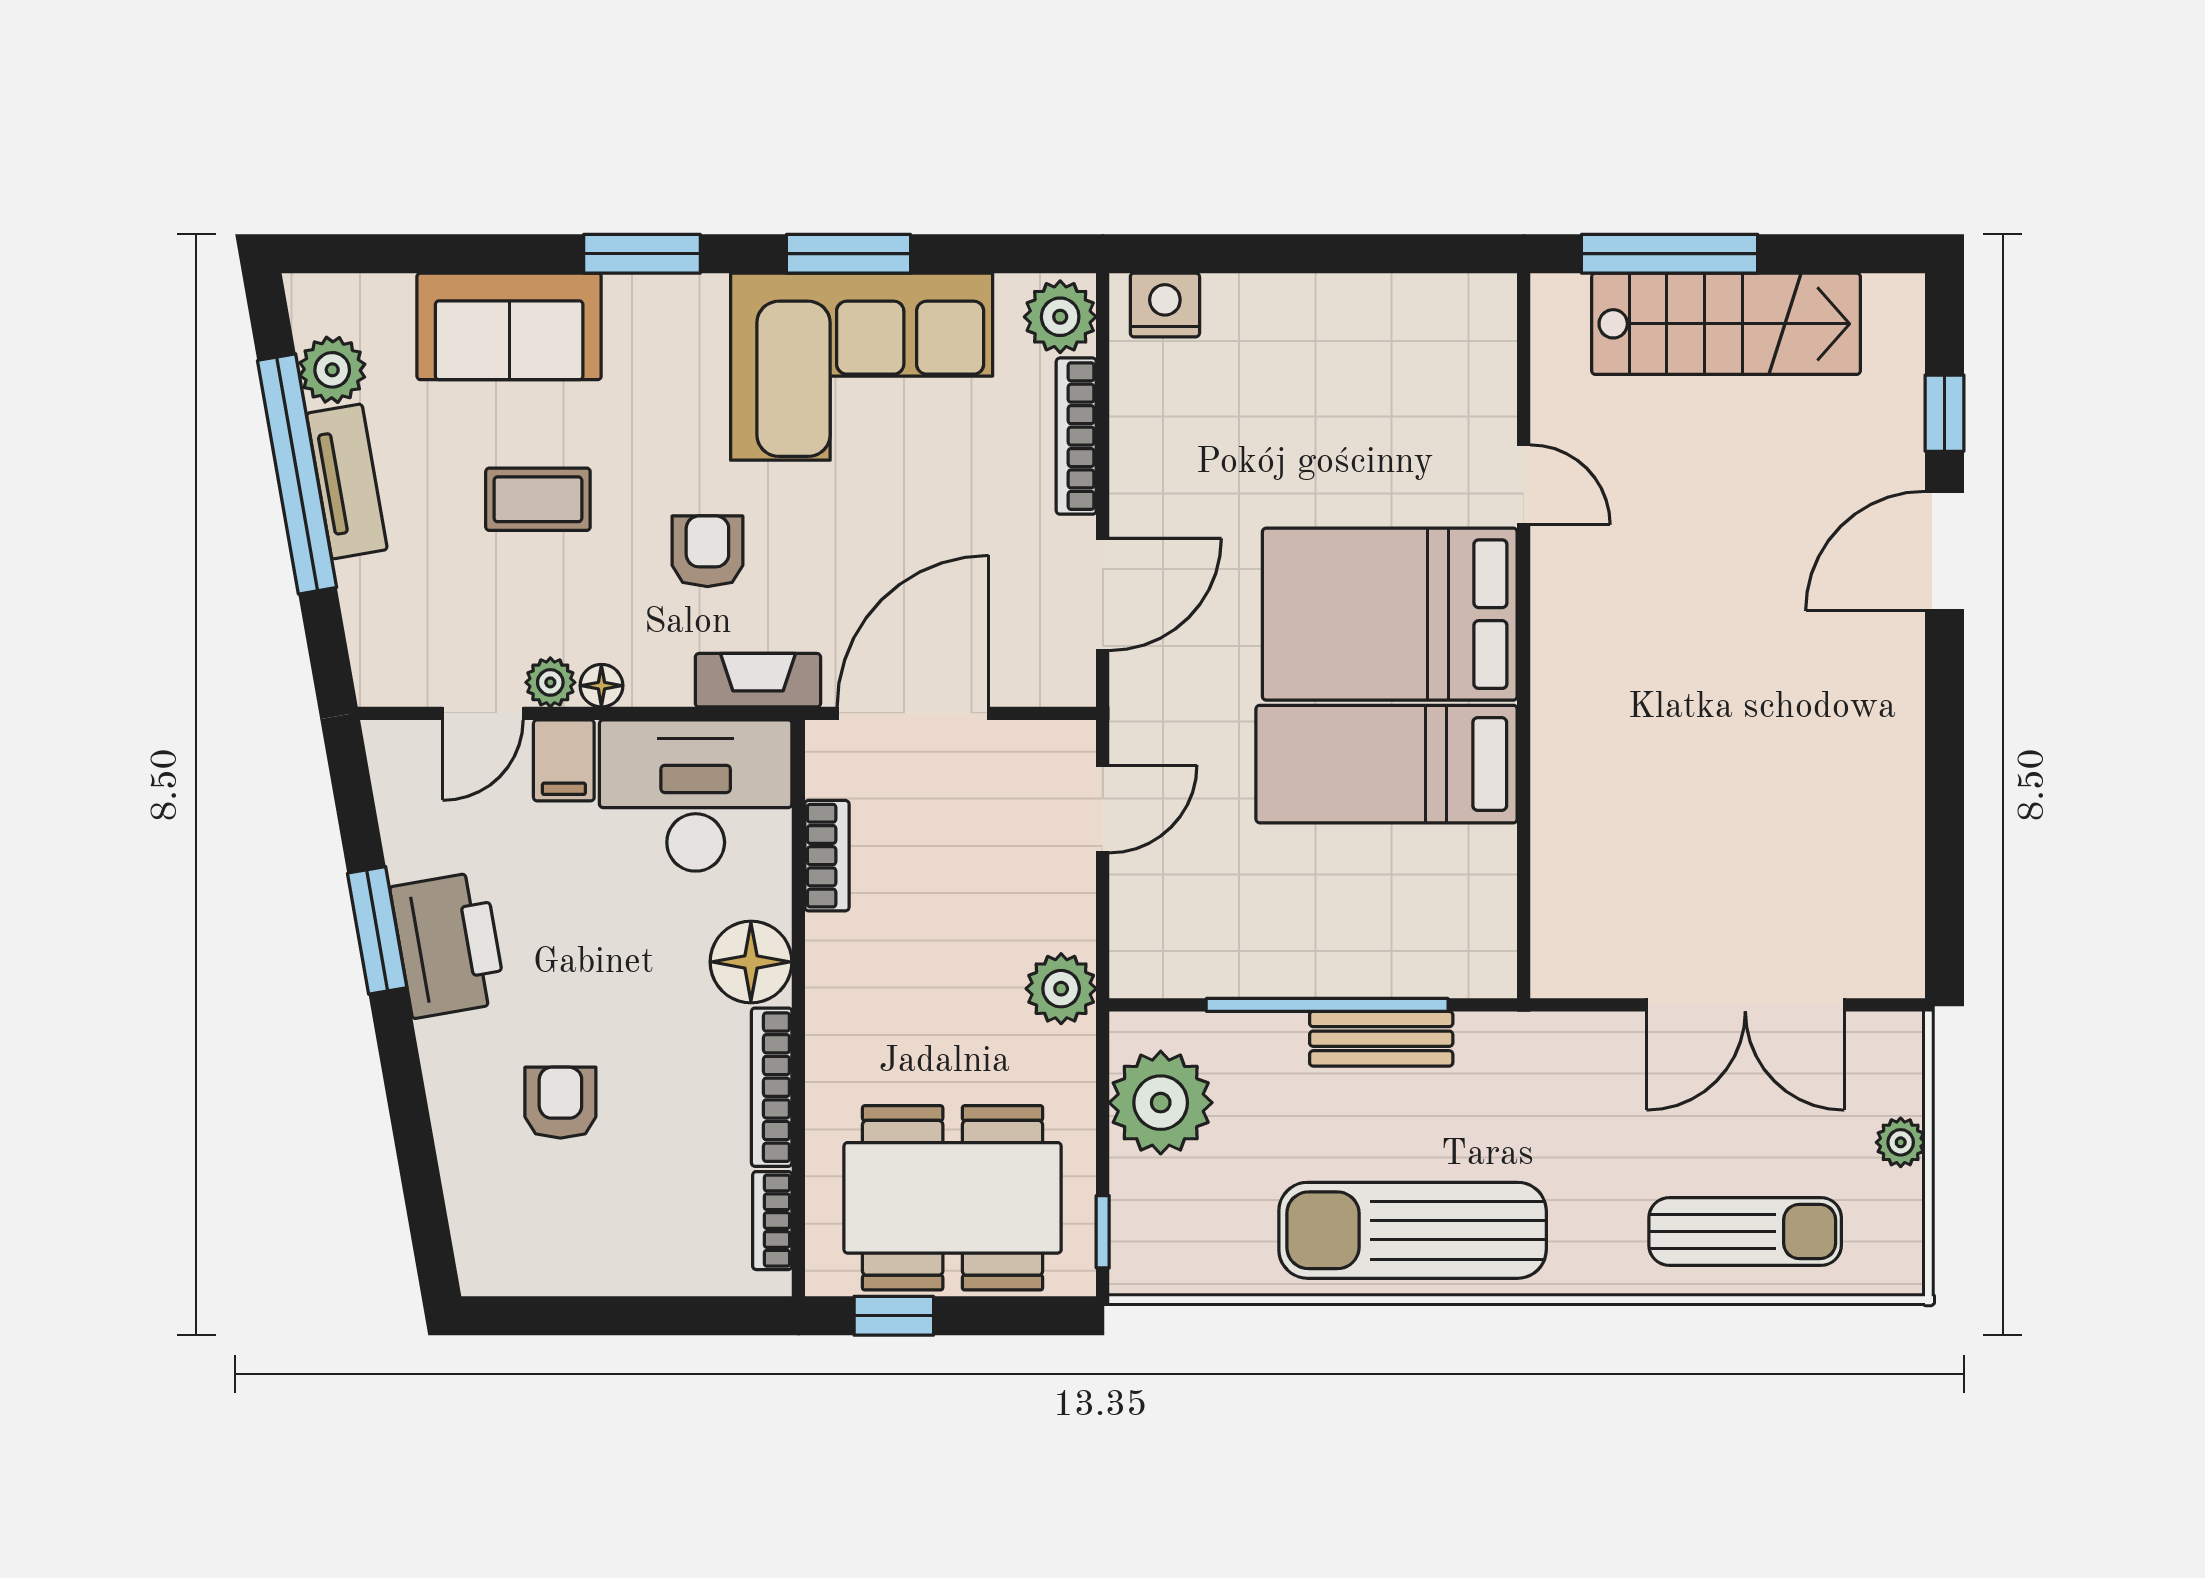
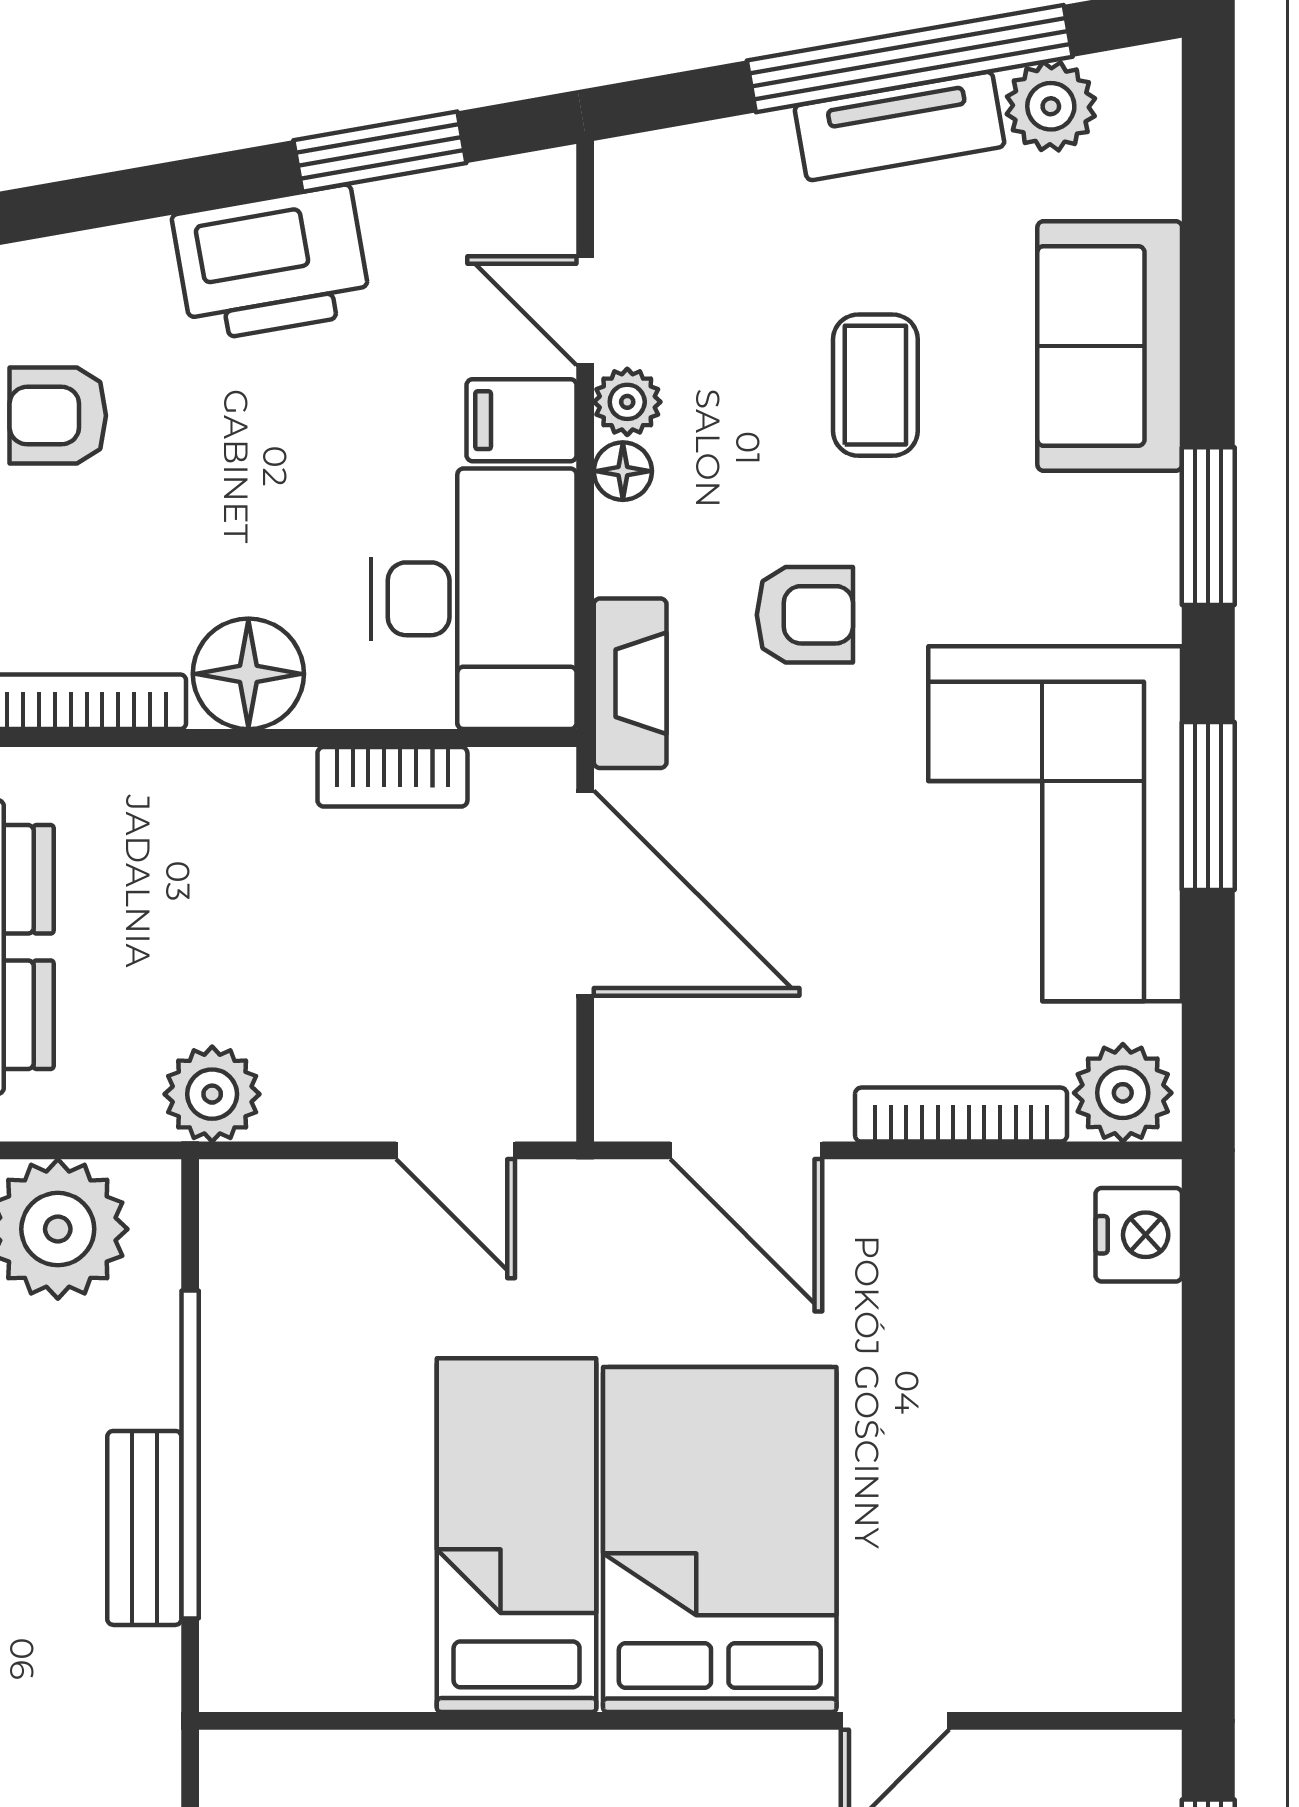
window: (377, 930) -> (380, 152), moved
armchair: (560, 1103) -> (58, 416), turned 180

